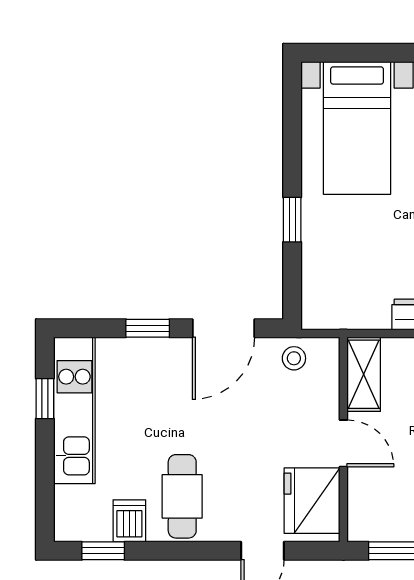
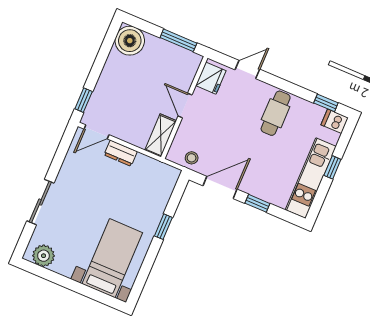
window: (45, 399) -> (332, 167), moved
fridge: (312, 501) -> (211, 78), width x0.73, depth x0.75
dishwasher: (129, 521) -> (335, 121), moved, turned 90

